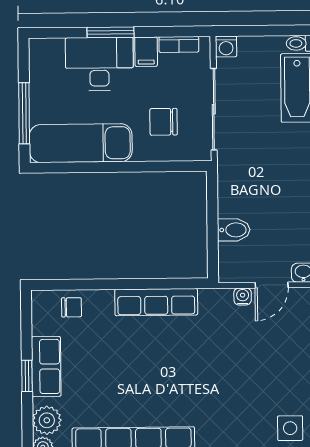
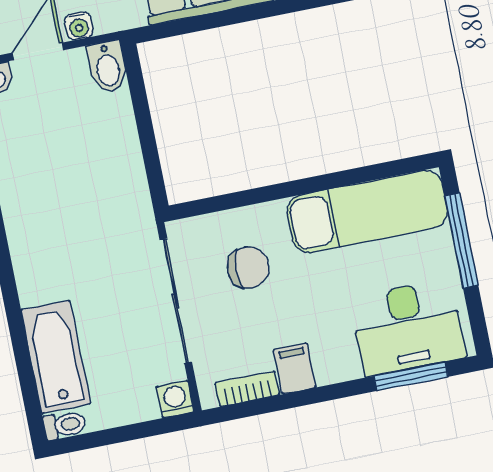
window: (110, 32) -> (411, 376), moved
desk: (99, 64) -> (408, 328), moved
bidet: (234, 230) -> (108, 67), moved, turned -90

